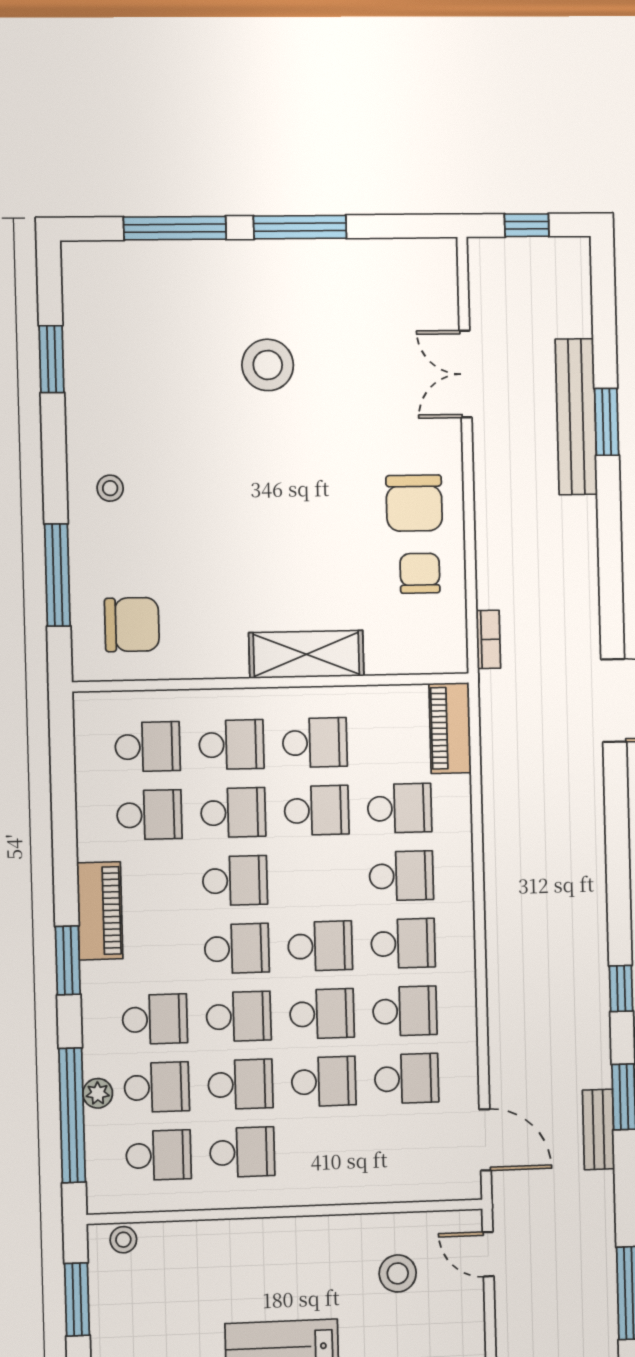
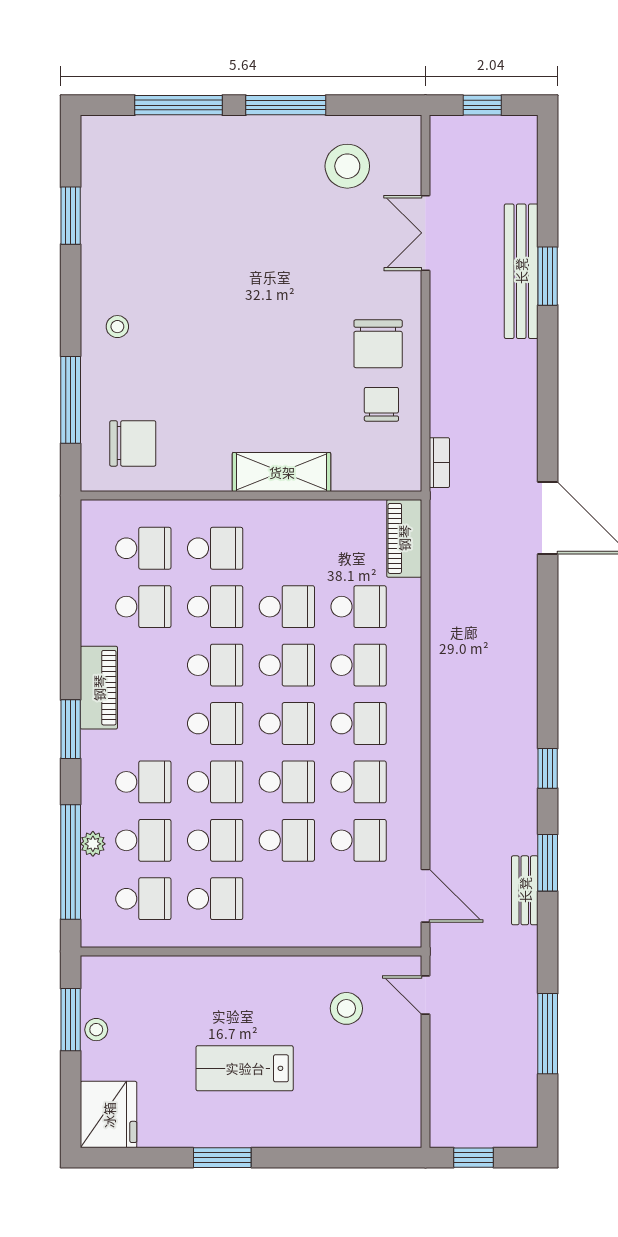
stool: (268, 365) -> (347, 166), moved
school desk: (315, 743) -> (287, 665), moved
stool: (123, 1240) -> (96, 1030), moved

